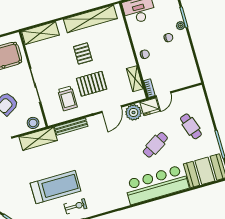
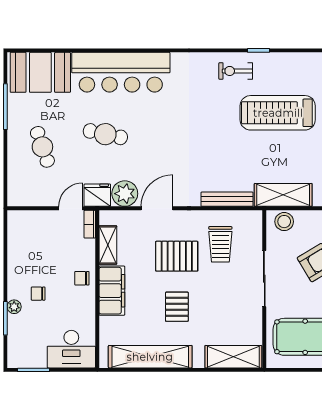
filing cabinet: (125, 52) -> (112, 291), added
trolley: (67, 98) -> (220, 244), turned 180
cafe table: (155, 145) -> (105, 134), turned 43
exercise bike: (75, 206) -> (236, 71), moved

